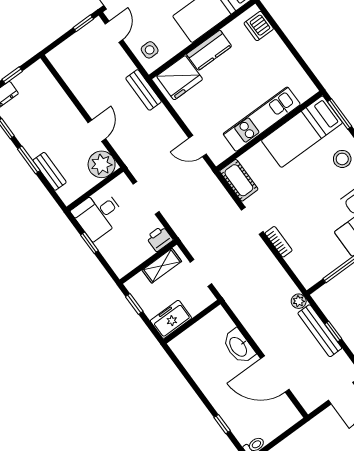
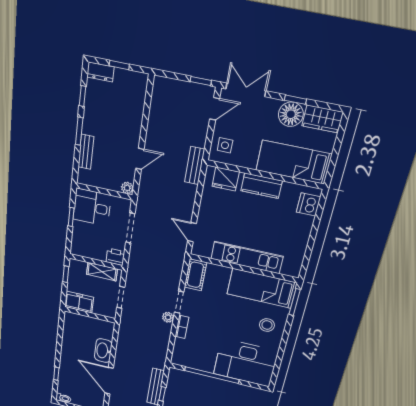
fridge: (180, 78) -> (226, 179), width x0.73, depth x0.75
plant: (102, 164) -> (127, 188), width x0.53, depth x0.53
plant: (299, 301) -> (168, 317), moved

